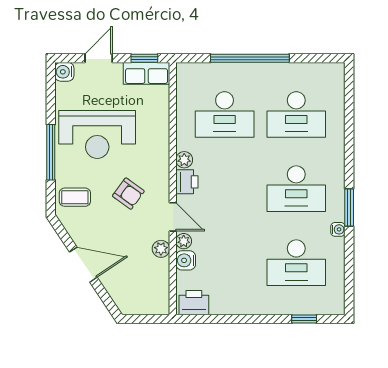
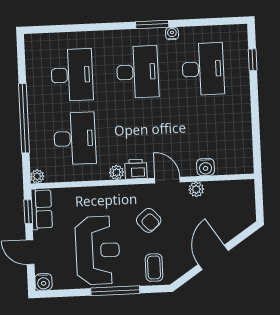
armchair: (128, 194) -> (149, 220), turned 102
door: (173, 217) -> (167, 180), hinge flipped
plant: (184, 241) -> (37, 176), moved
printer: (194, 303) -> (243, 158), removed

